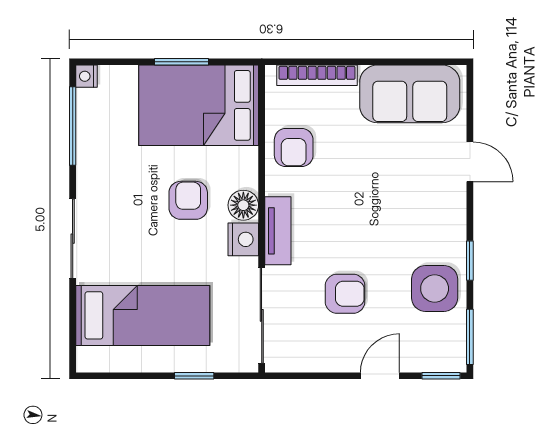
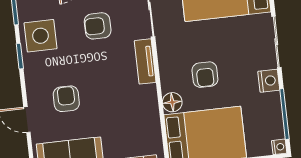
armchair: (294, 148) -> (66, 99), moved
floor lamp: (243, 205) -> (172, 102), moved
nightstand: (243, 239) -> (269, 81), moved, turned 180

